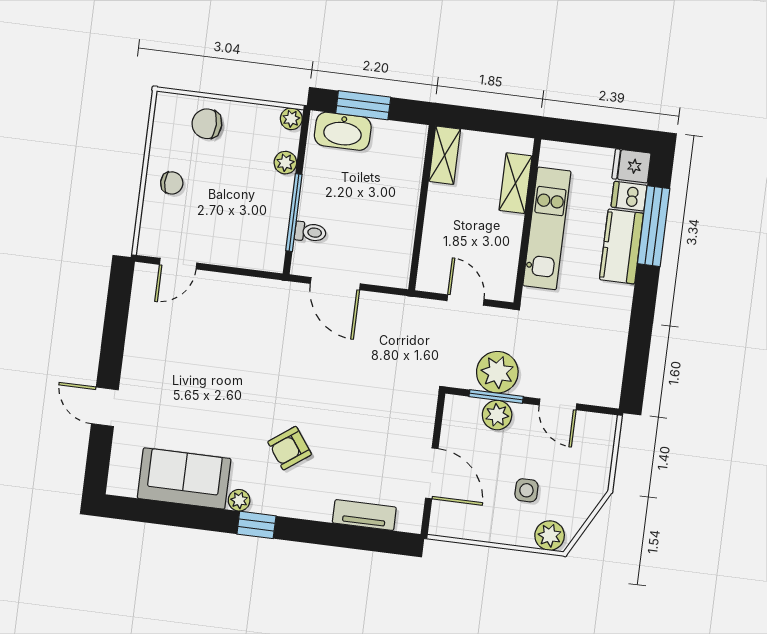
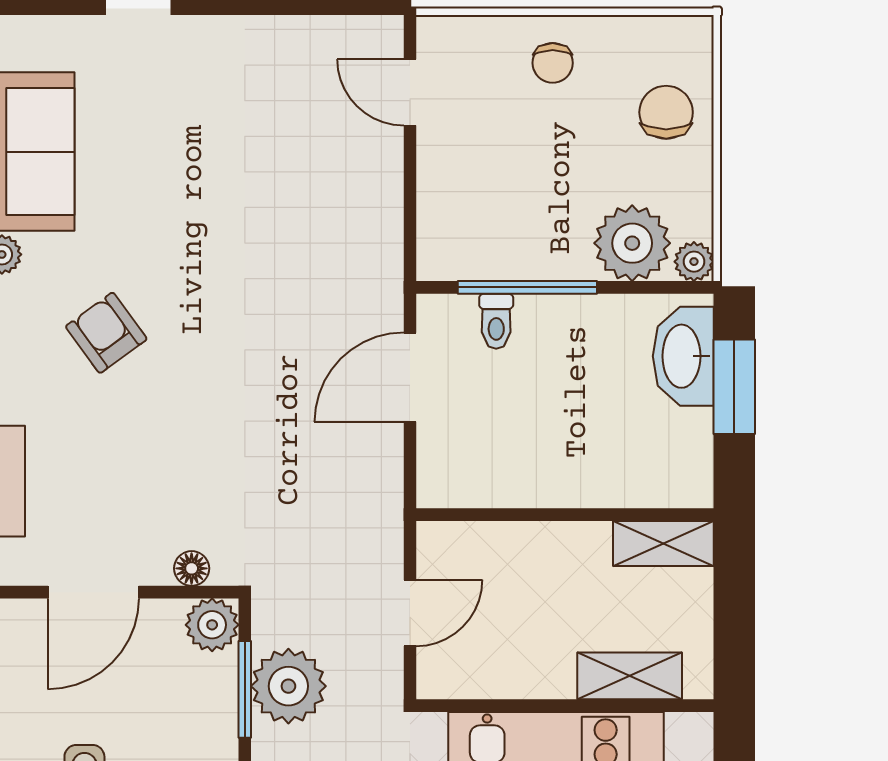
plant: (285, 163) -> (632, 243), width x1.87, depth x1.87
plant: (497, 415) -> (212, 625), moved
floor lamp: (426, 417) -> (192, 568), added

